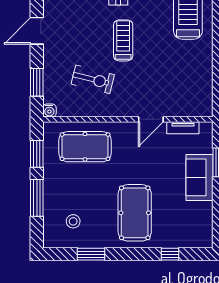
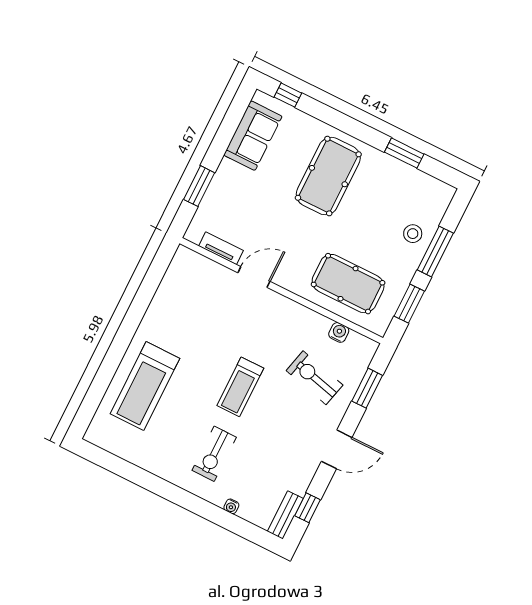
exercise bike: (93, 79) -> (315, 378), moved
water cooler: (49, 110) -> (339, 332), moved
sofa: (199, 177) -> (253, 136), moved
stool: (73, 221) -> (413, 234), moved
window: (170, 254) -> (288, 95), moved

